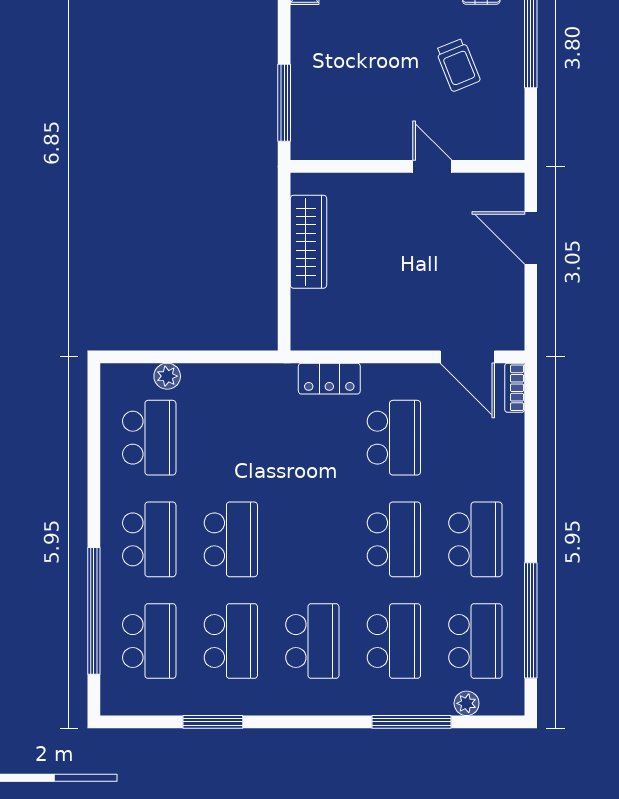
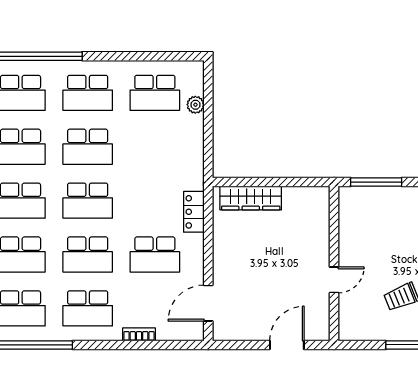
wardrobe: (308, 242) -> (251, 198), moved
bookcase: (515, 388) -> (139, 334), moved
school desk: (312, 539) -> (88, 201), added

